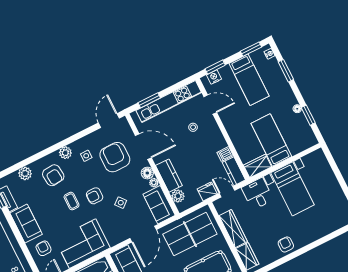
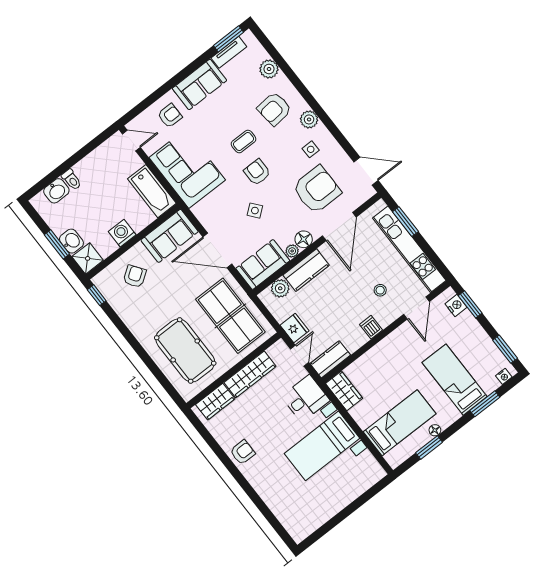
bed: (249, 80) -> (455, 380), moved, turned 90
bed: (271, 140) -> (400, 423), moved
dishwasher: (225, 154) -> (371, 327), moved

